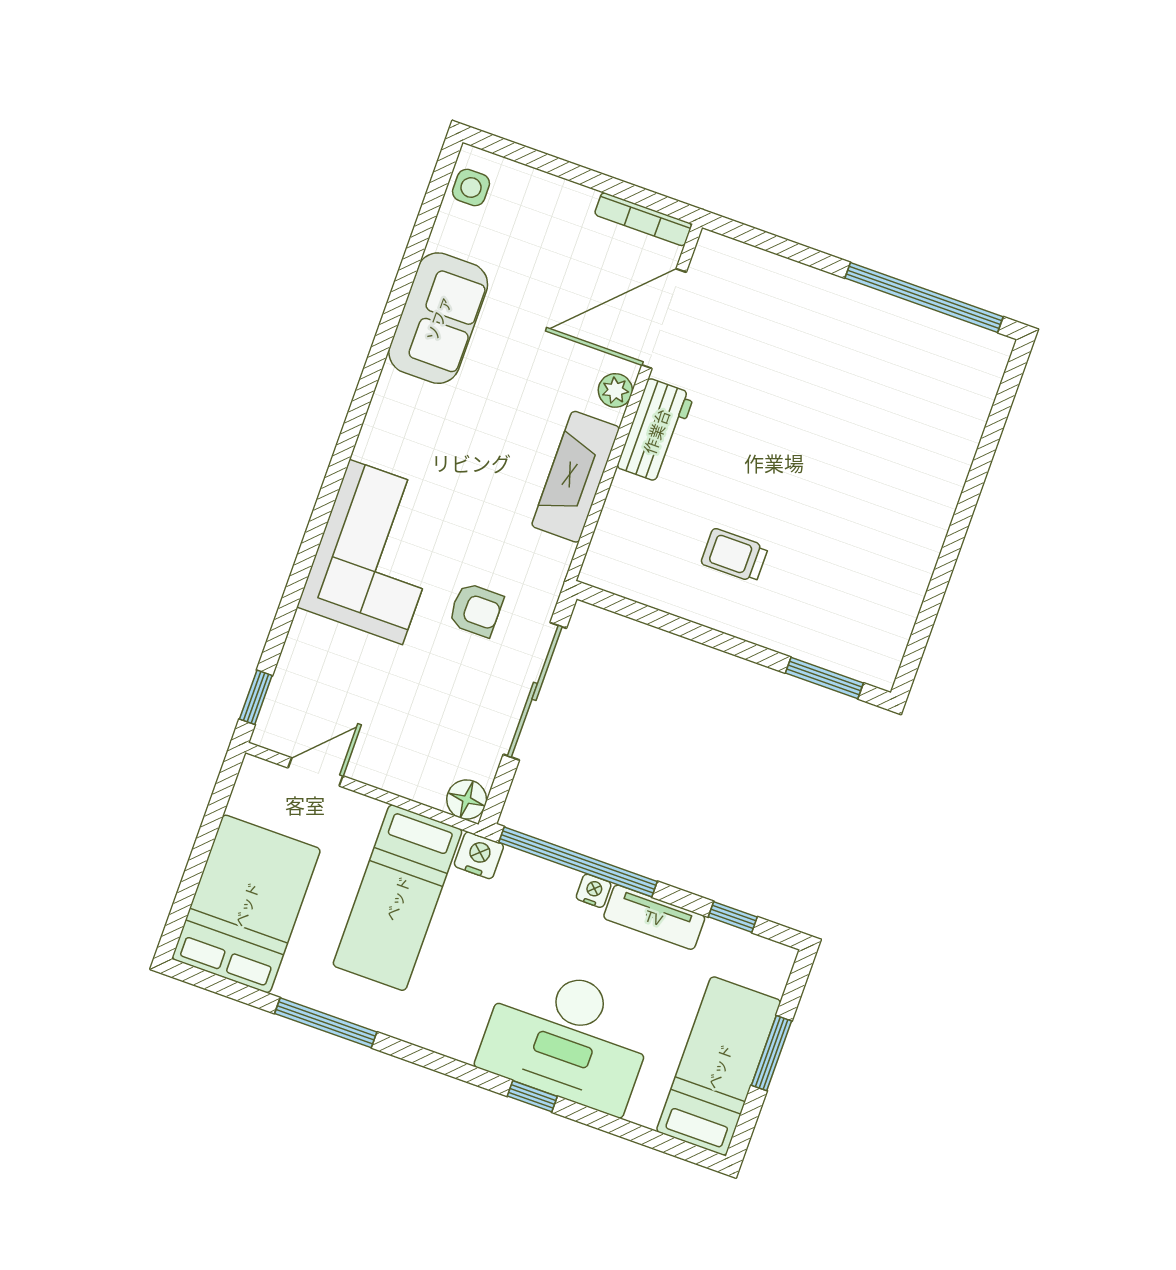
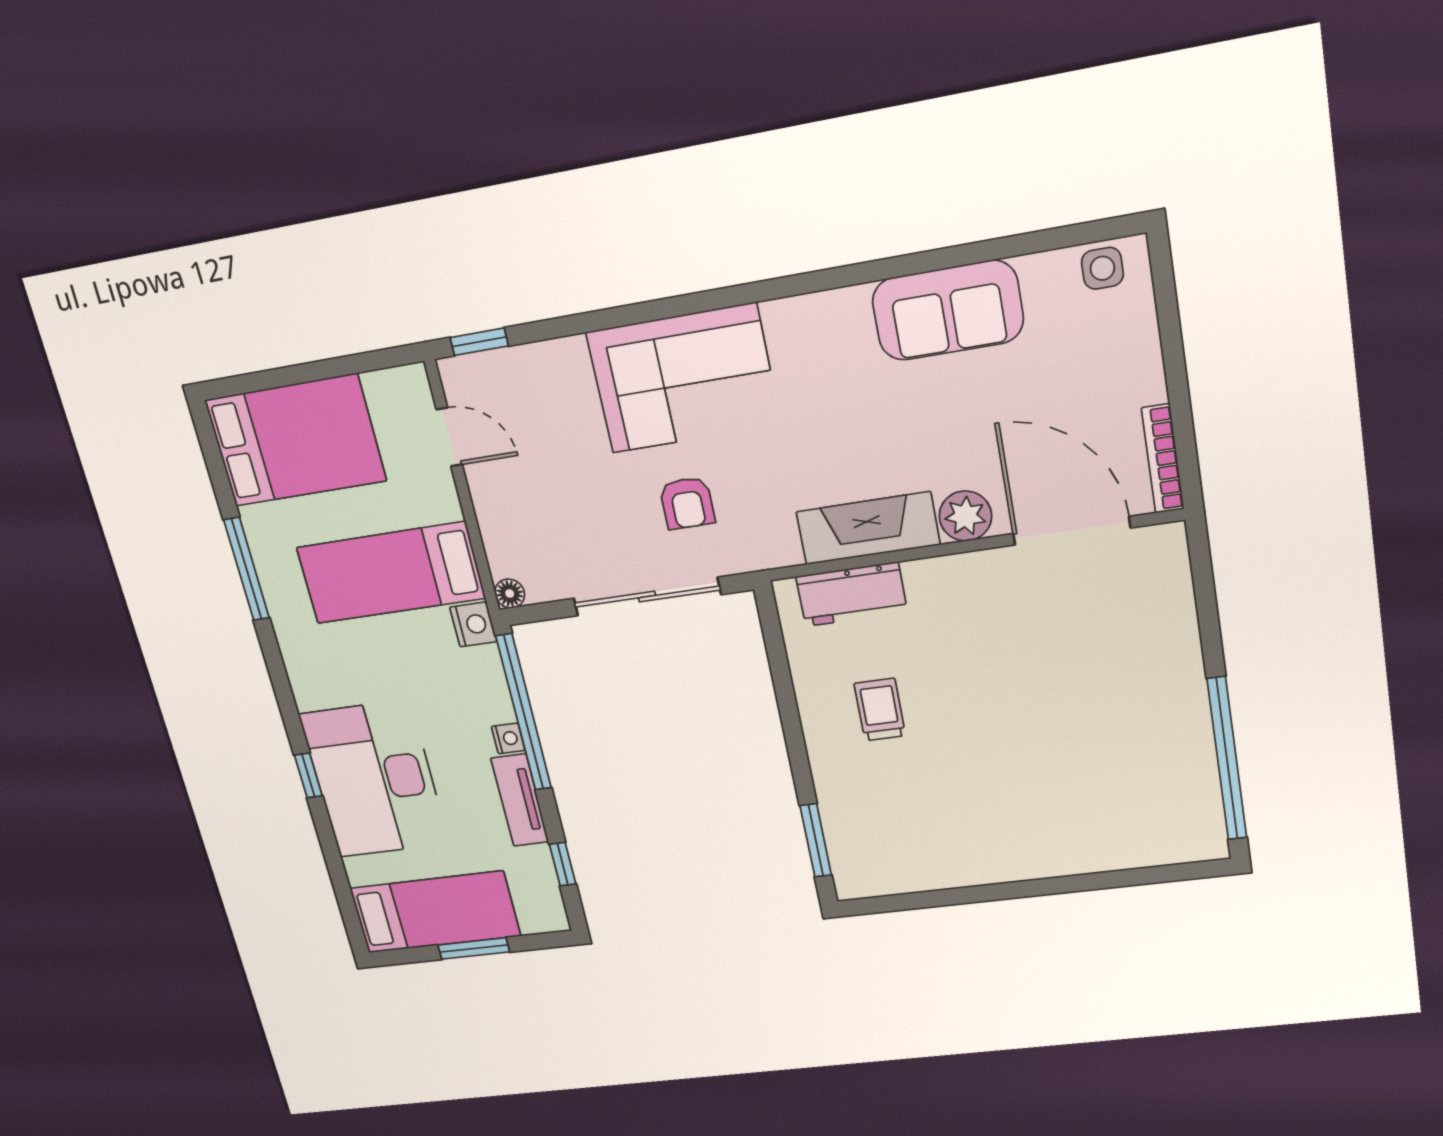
plant: (615, 390) -> (965, 516), width x1.38, depth x1.38
workbench: (656, 431) -> (852, 594), moved
floor lamp: (467, 800) -> (510, 594), width x0.73, depth x0.73

